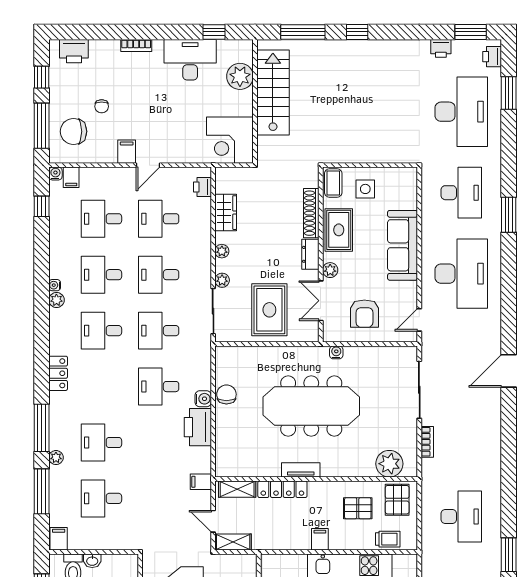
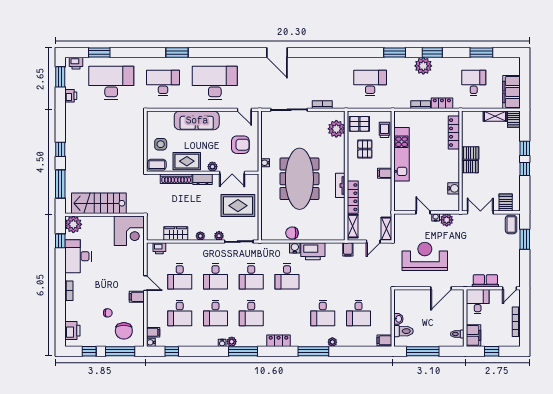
plant: (240, 76) -> (73, 224), moved
window: (42, 491) -> (243, 351), moved

